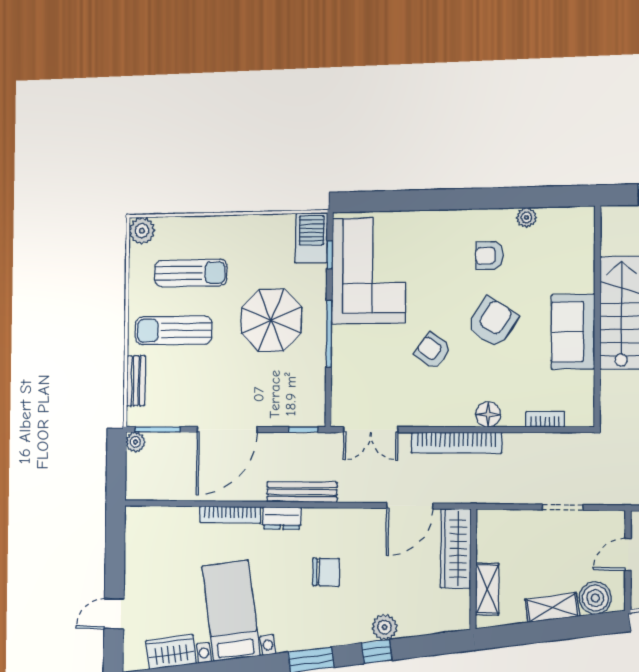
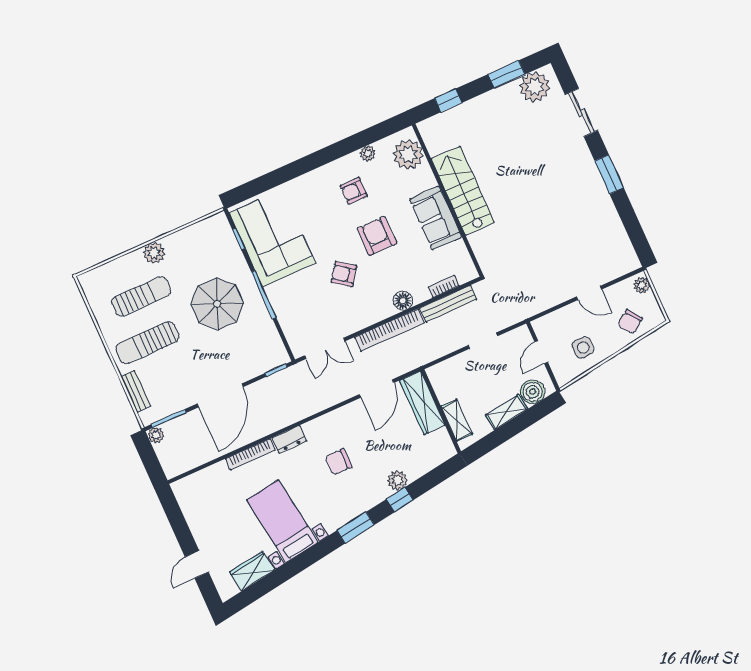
plant: (142, 231) -> (154, 253), moved
barbecue: (312, 238) -> (220, 233), removed
plant: (575, 240) -> (408, 155), added
armchair: (492, 322) -> (377, 236), turned -33
bench: (302, 492) -> (448, 304), moved
chair: (326, 572) -> (338, 462), turned 180

